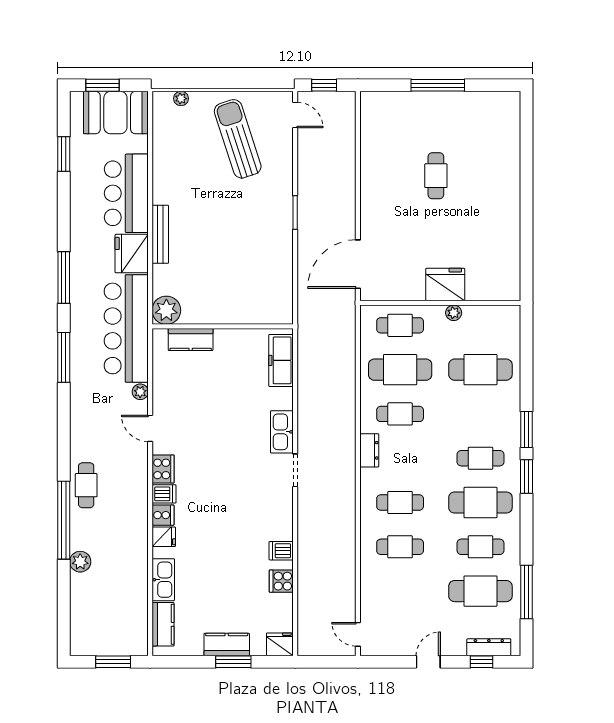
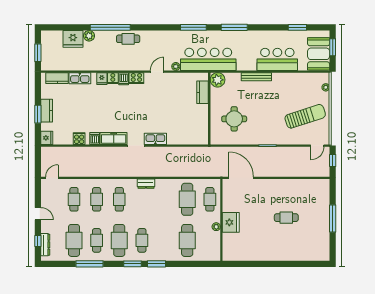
fridge: (132, 254) -> (73, 39), moved, turned 180
round table: (243, 278) -> (234, 119), added
freezer: (281, 360) -> (114, 138), moved
cafe table: (400, 414) -> (74, 199), moved
window: (527, 592) -> (90, 264), moved

